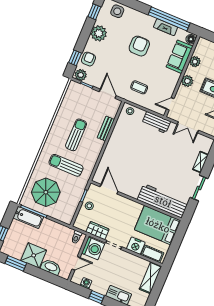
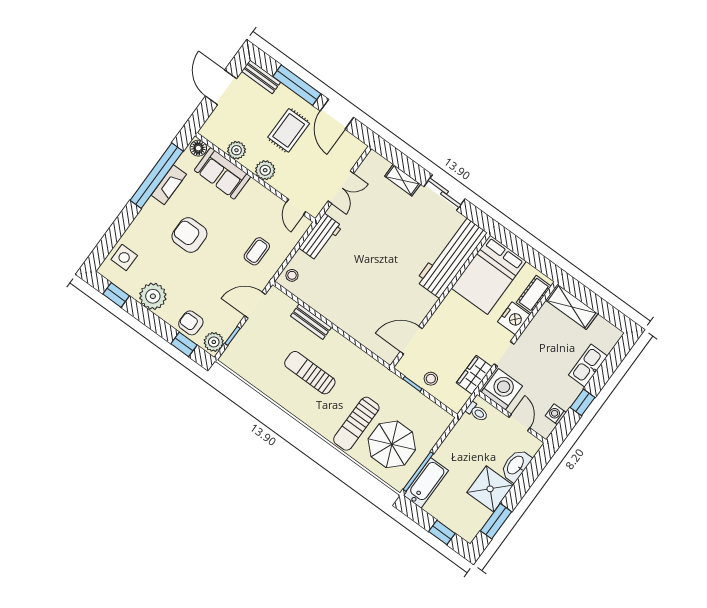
sun lounger: (66, 165) -> (356, 424), moved

